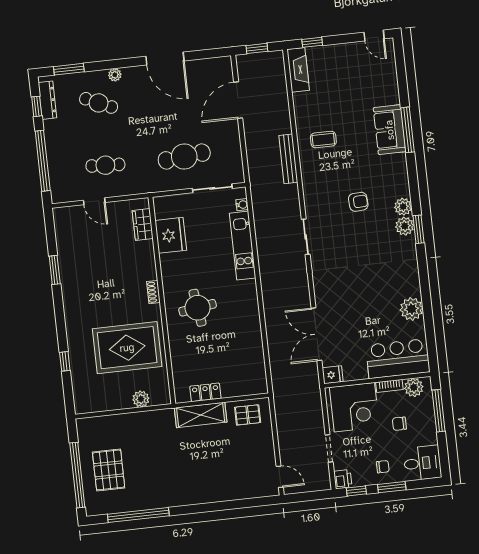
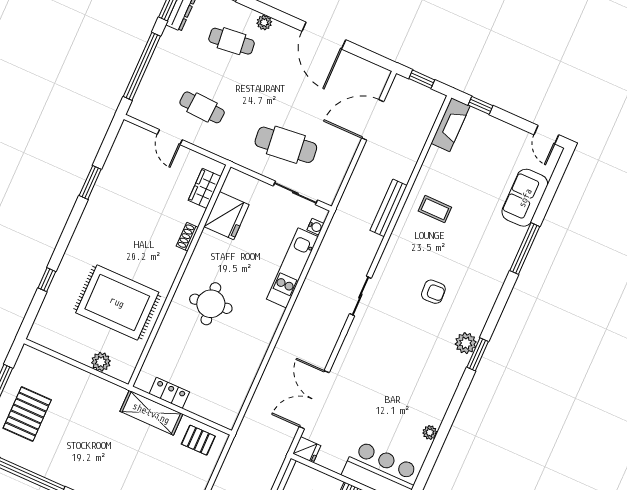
cafe table: (99, 103) -> (232, 41), turned -30
sofa: (390, 130) -> (525, 198), moved
plant: (403, 207) -> (475, 323), removed
shoe rack: (153, 292) -> (187, 237), moved
plant: (411, 309) -> (430, 432), width x0.53, depth x0.53

